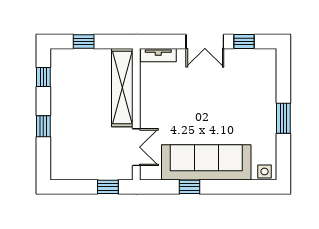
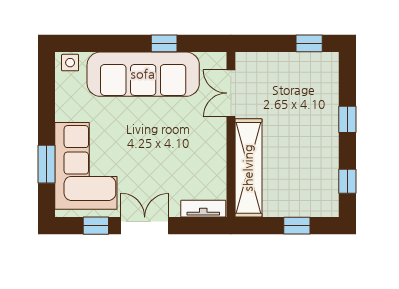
corner sofa: (252, 89) -> (86, 166), added
window: (283, 118) -> (46, 164), moved
window: (108, 187) -> (309, 43), moved

